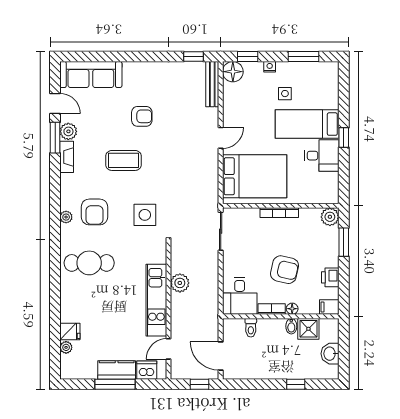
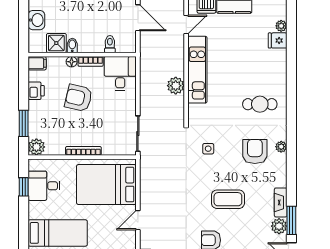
window: (344, 138) -> (24, 187), moved
desk: (322, 156) -> (44, 186), moved
side table: (145, 215) -> (208, 149), width x0.54, depth x0.54
cafe table: (89, 263) -> (260, 104), width x0.73, depth x0.74

